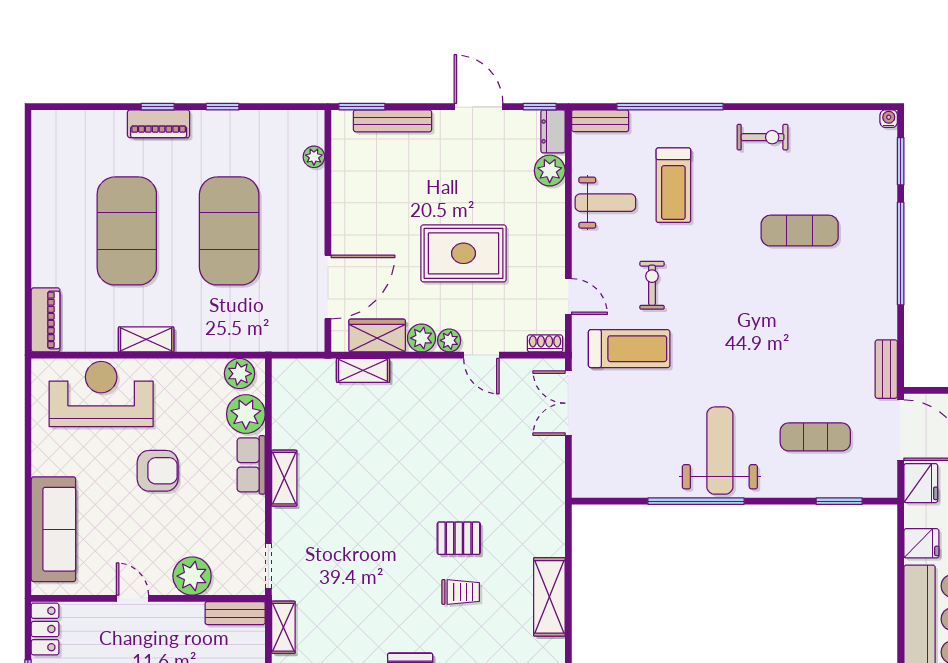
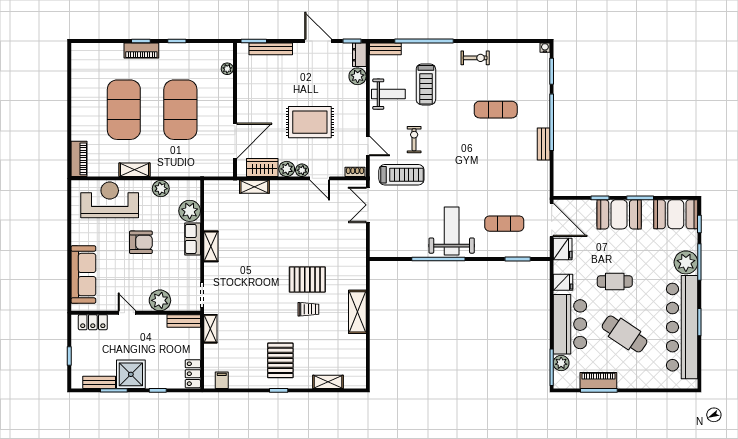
bench: (886, 369) -> (544, 144), moved
plant: (240, 374) -> (161, 189), moved
pallet: (459, 538) -> (307, 280), width x1.50, depth x1.42
locker: (45, 629) -> (93, 322), moved, turned 90

